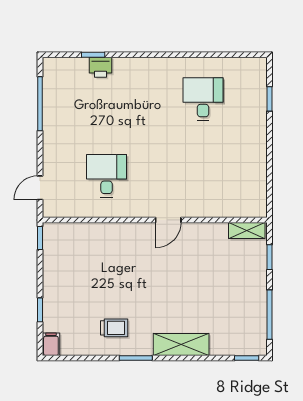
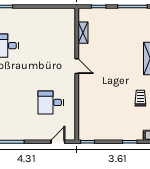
door: (40, 188) -> (58, 142), swing flipped
shelving: (247, 230) -> (83, 33), moved

